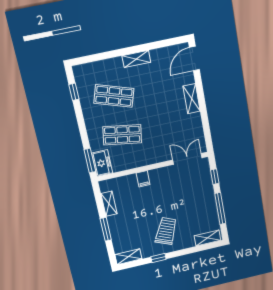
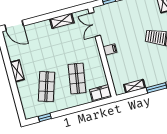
shelving: (192, 99) -> (62, 21), moved
window: (90, 161) -> (99, 103), removed
filing cabinet: (143, 179) -> (110, 49), moved

